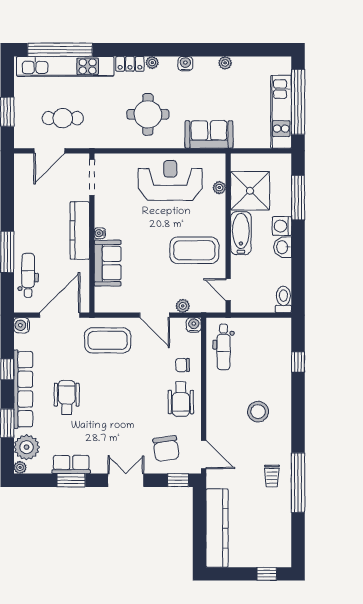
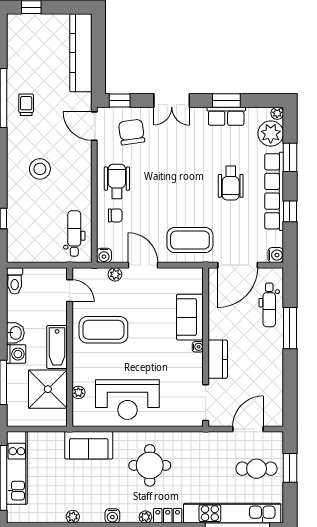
cafe table: (63, 118) -> (257, 469), moved
kitchen counter: (80, 231) -> (218, 359), width x0.67

